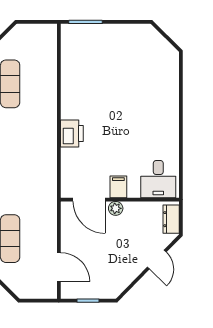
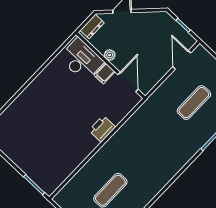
desk: (158, 179) -> (81, 60), width x1.37
plant: (116, 208) -> (110, 55), moved

